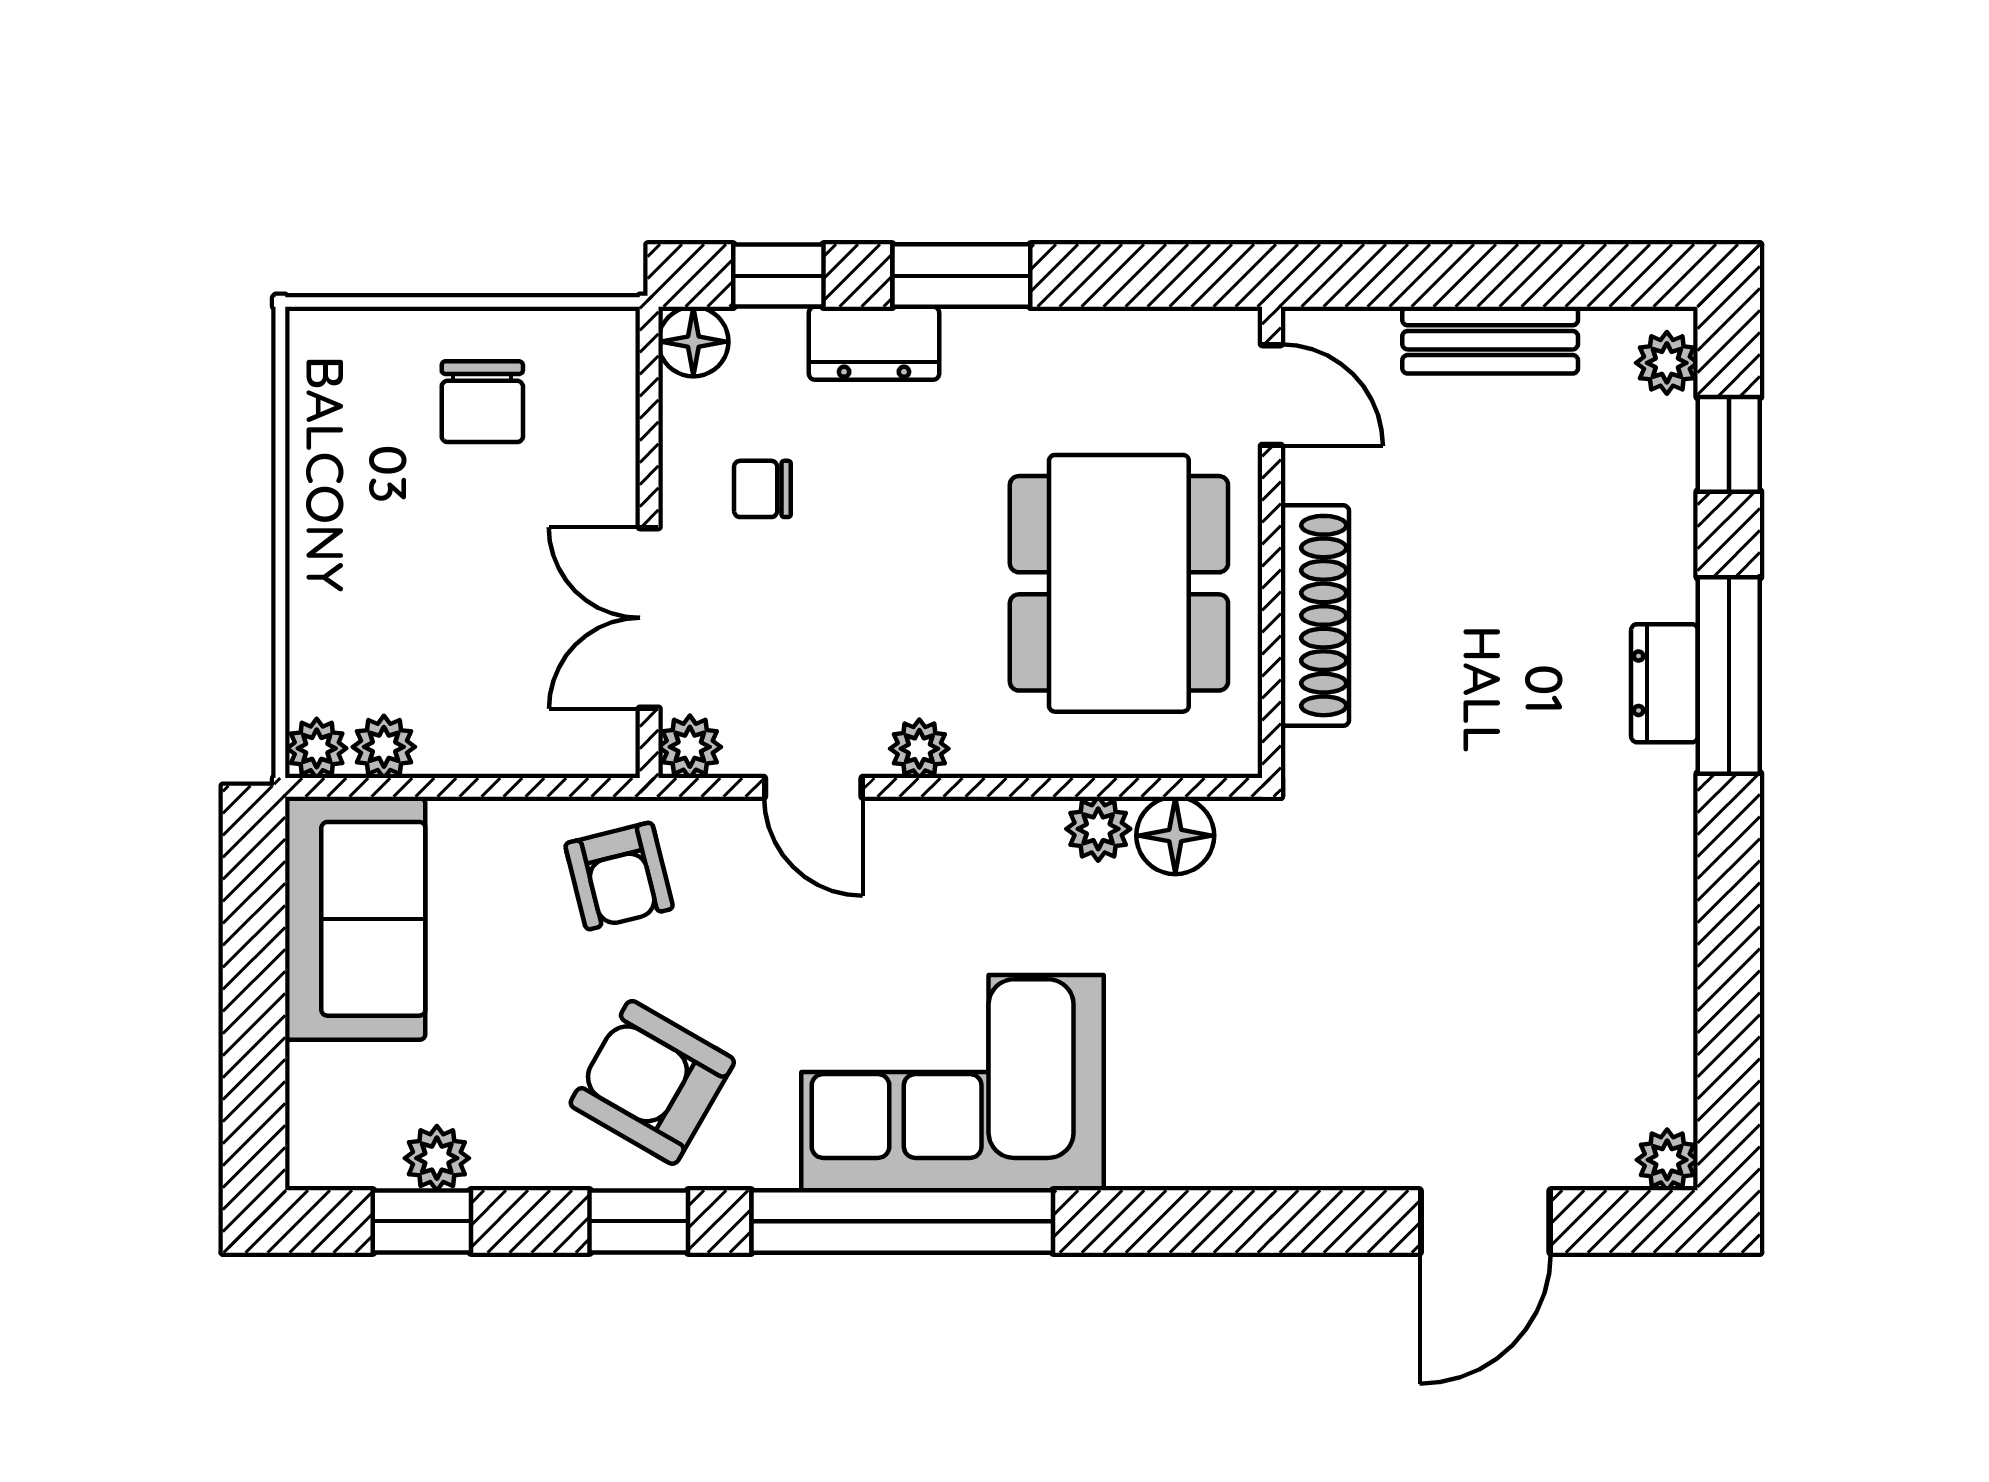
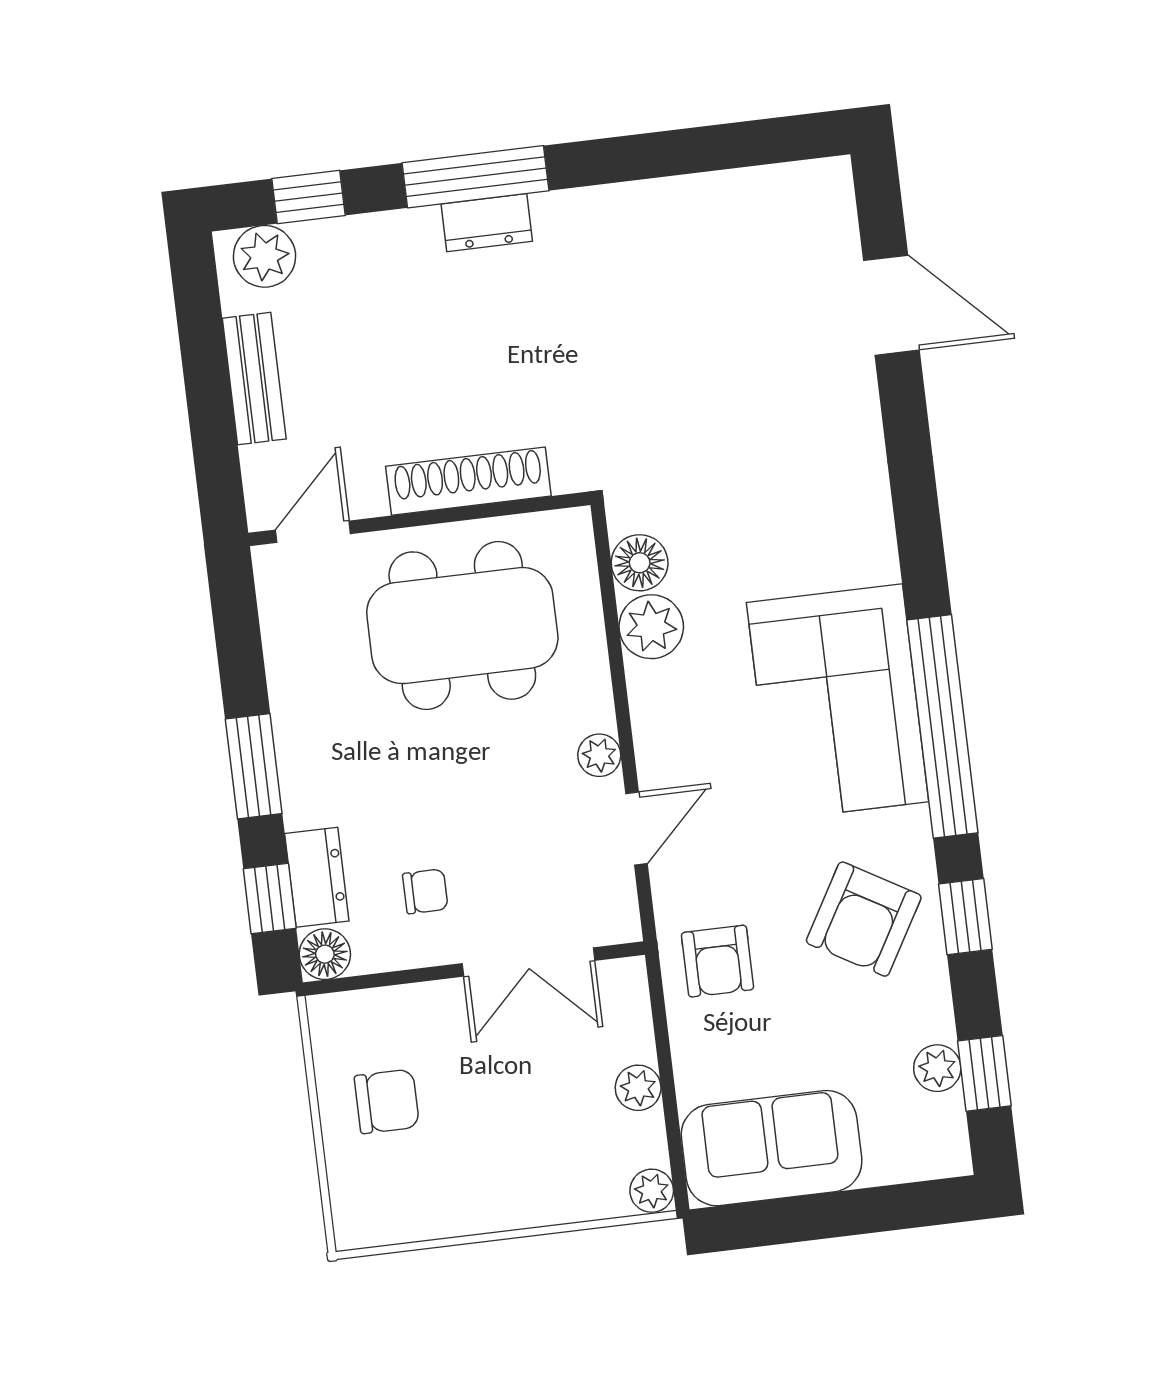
dresser: (874, 343) -> (317, 877), moved
plant: (1667, 363) -> (265, 256), width x1.38, depth x1.38
chair: (762, 489) -> (425, 891), turned -90
plant: (384, 747) -> (638, 1088), moved
plant: (690, 747) -> (618, 921), removed
plant: (1098, 829) -> (651, 627), width x1.38, depth x1.38
armchair: (619, 876) -> (717, 961), turned 104
plant: (1667, 1160) -> (831, 179), removed

